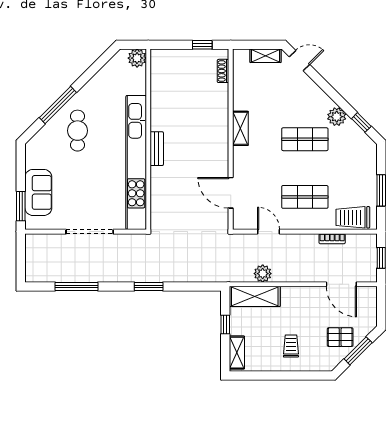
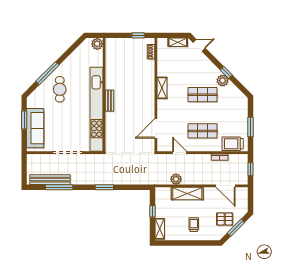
window: (361, 122) -> (226, 72), moved
sofa: (38, 192) -> (35, 128), width x1.36
door: (231, 193) -> (156, 128), hinge flipped
window: (21, 206) -> (24, 120), moved
bench: (62, 274) -> (50, 180), added
shelving: (255, 296) -> (187, 193), moved

